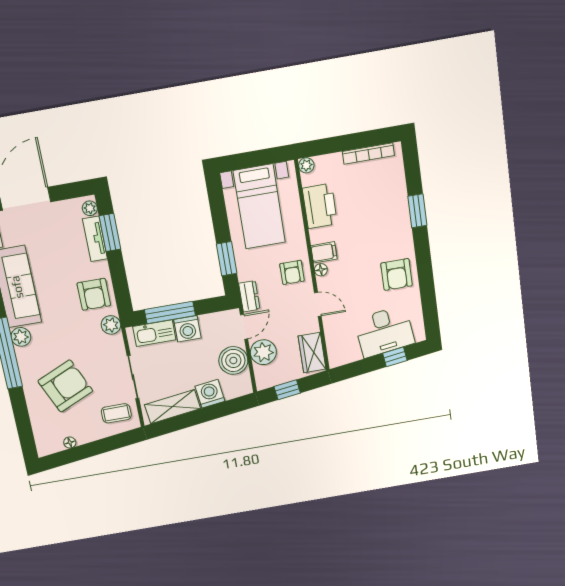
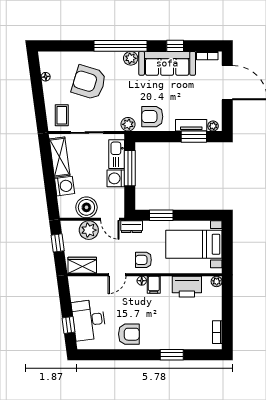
bookcase: (368, 153) -> (217, 332), width x0.64
armchair: (397, 274) -> (129, 334), turned 180
armchair: (65, 386) -> (89, 82), turned 131

